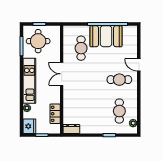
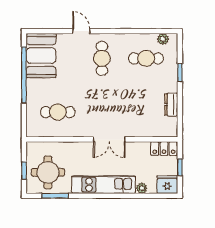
booth: (106, 36) -> (41, 56), moved
door: (139, 65) -> (81, 31), swing flipped
double door: (62, 74) -> (109, 139), moved
locker: (55, 114) -> (164, 149), moved
dresser: (71, 129) -> (171, 104), moved

